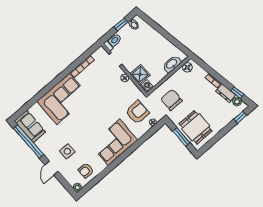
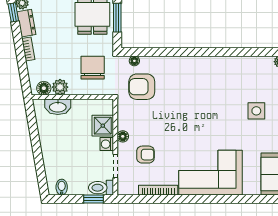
window: (121, 25) -> (94, 199), moved
plant: (179, 75) -> (60, 87), added
washing machine: (146, 86) -> (107, 144), moved
chair: (171, 100) -> (93, 68), turned 180
corner sofa: (114, 142) -> (196, 76), removed
armchair: (86, 170) -> (145, 155), moved

